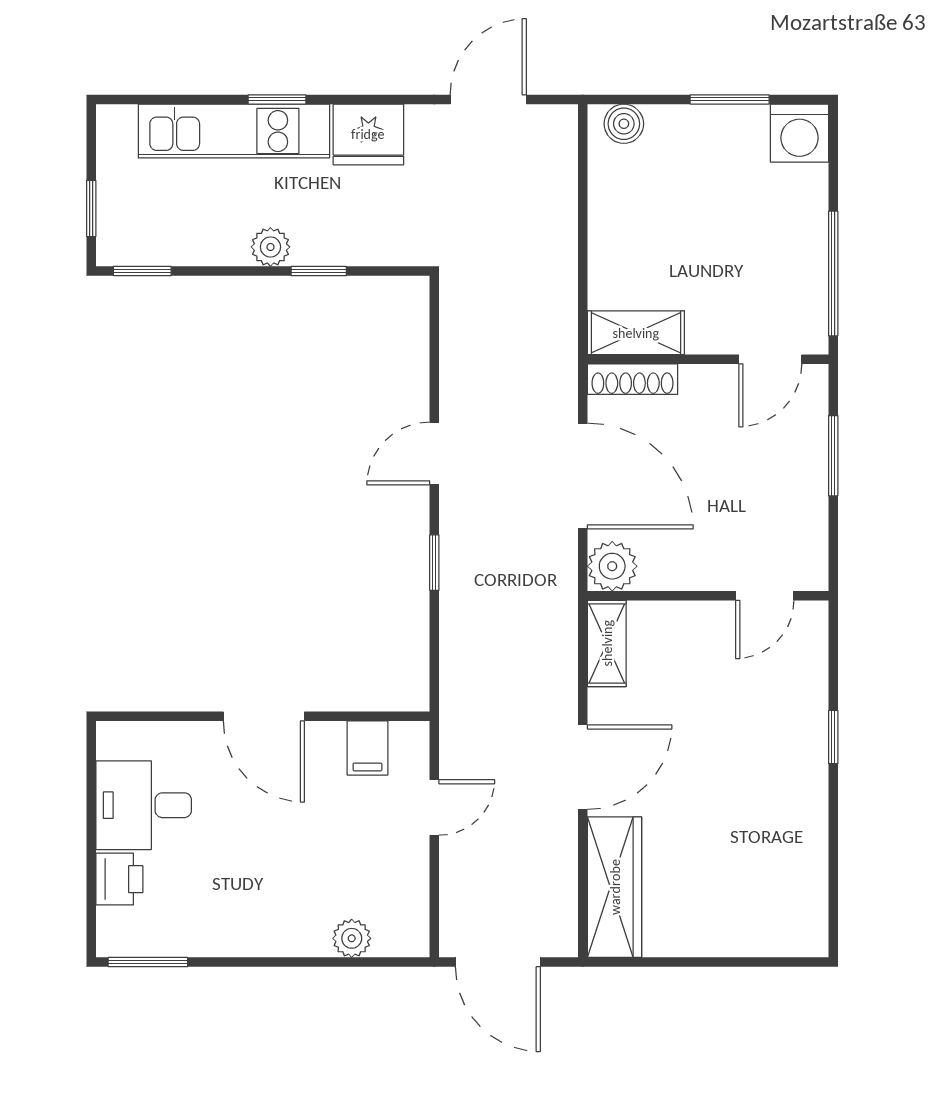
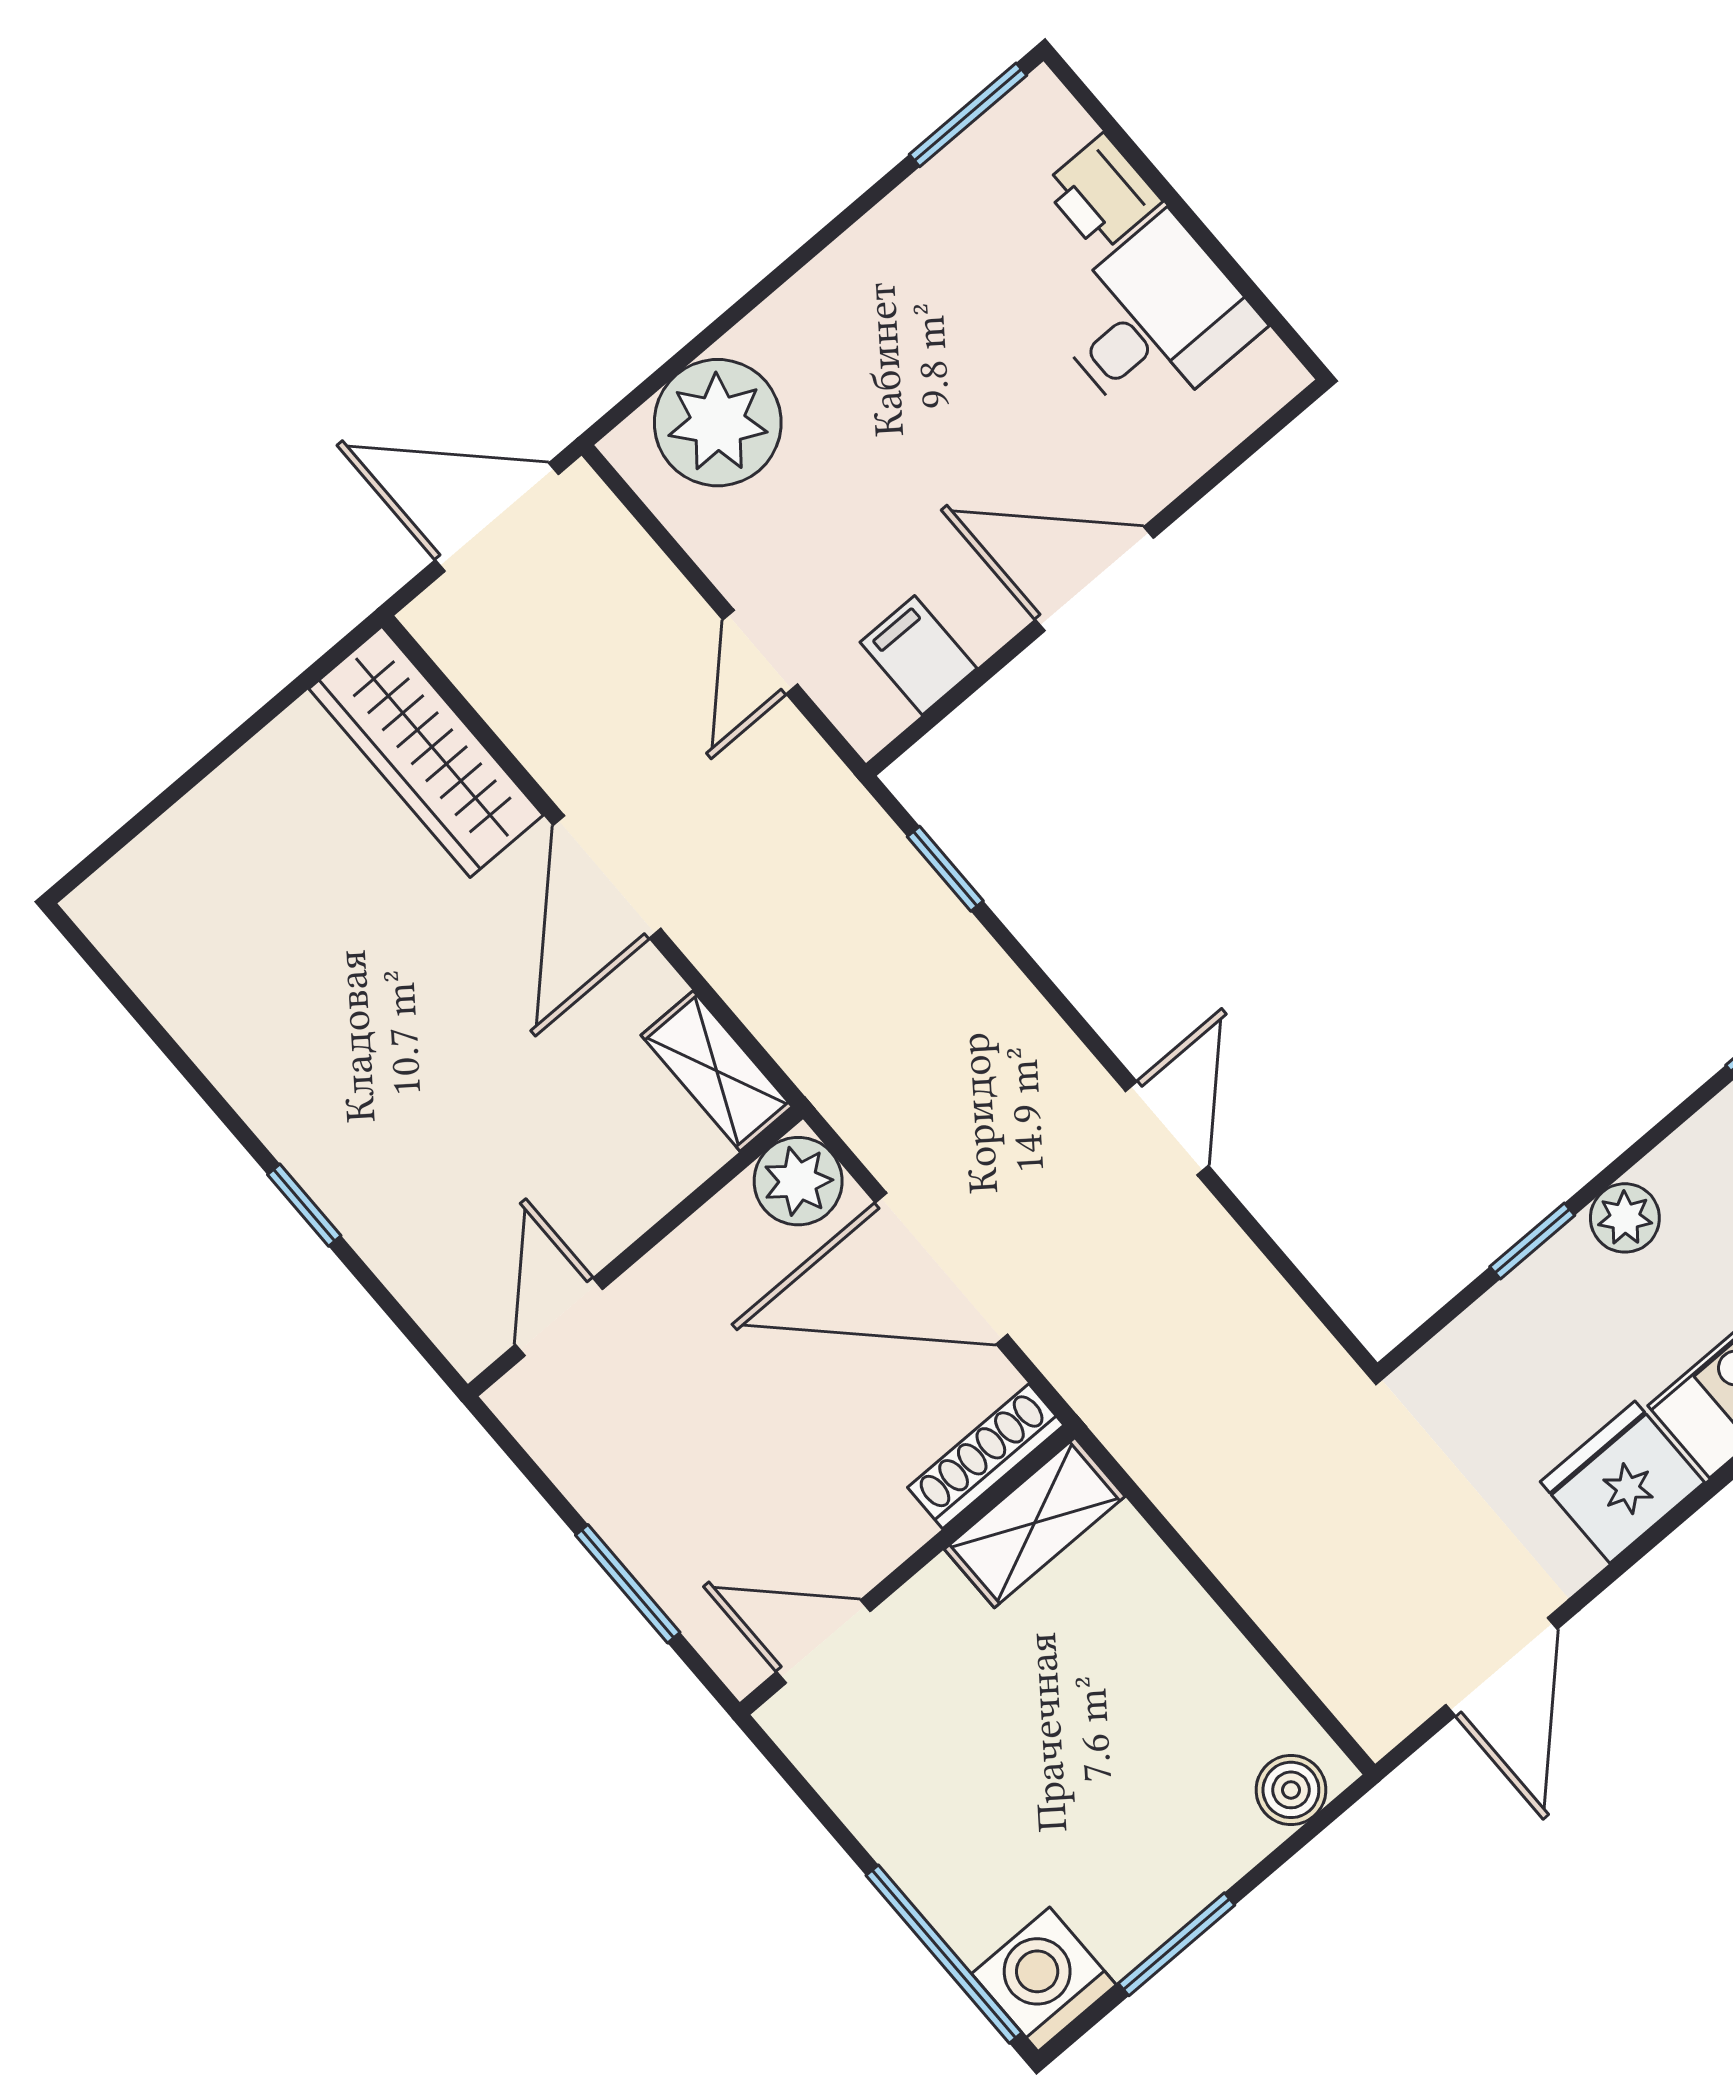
window: (833, 274) -> (944, 1954), moved
door: (770, 359) -> (823, 1641), hinge flipped
window: (434, 563) -> (945, 869), moved
plant: (352, 938) -> (718, 423), width x1.87, depth x1.87

